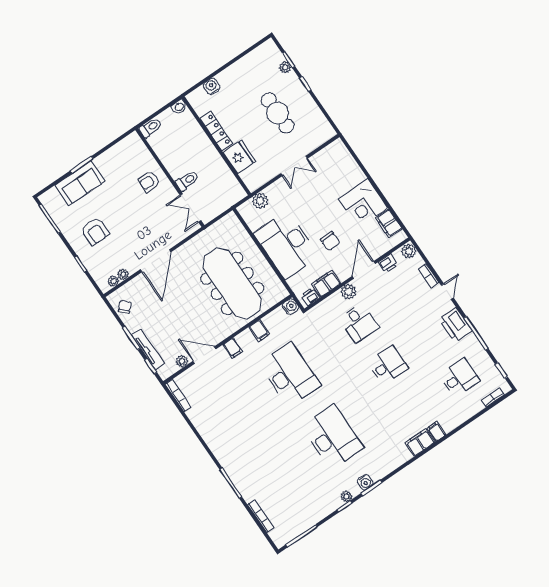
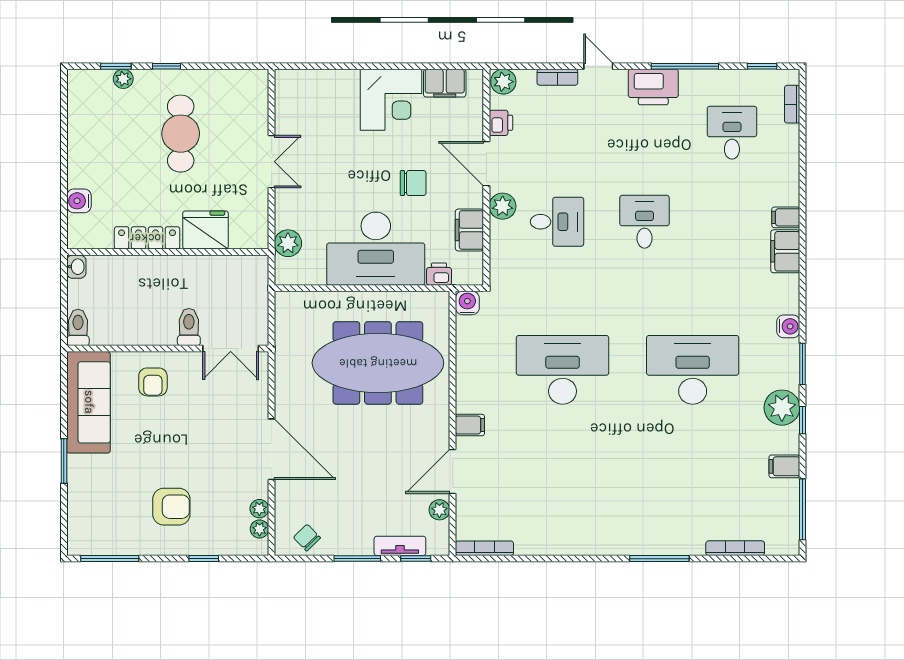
cafe table: (278, 113) -> (181, 134), turned 90
sofa: (80, 183) -> (89, 402), moved, width x1.36
printer: (310, 297) -> (439, 274), moved, turned 90
filing cabinet: (259, 330) -> (784, 466), moved, turned 180
tv unit: (148, 349) -> (400, 546), width x0.71
water cooler: (365, 482) -> (788, 326), moved
plant: (346, 496) -> (782, 408), width x1.88, depth x1.88

